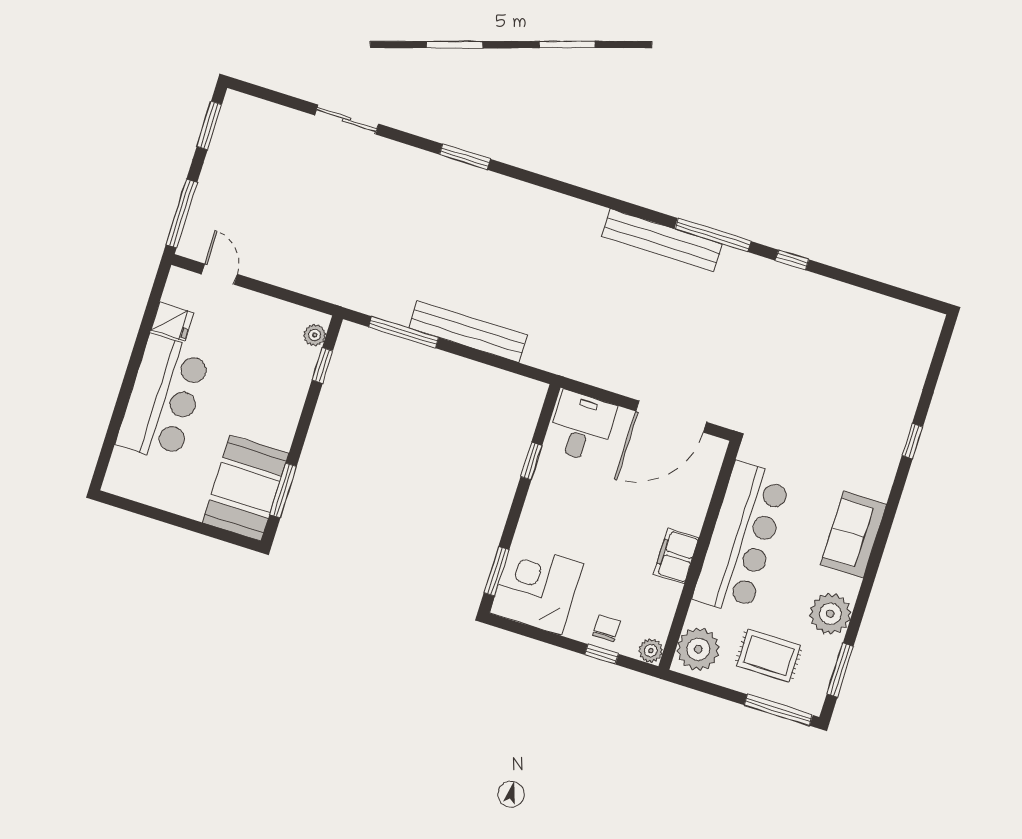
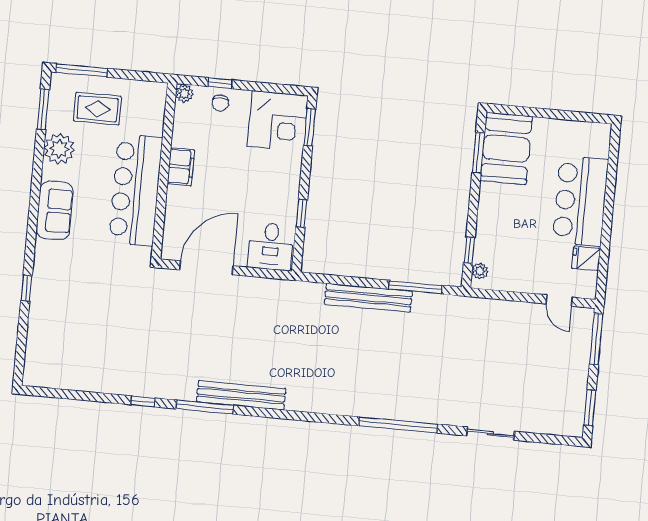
window: (465, 157) -> (398, 425), width x2.11
plant: (698, 649) -> (150, 102), removed

